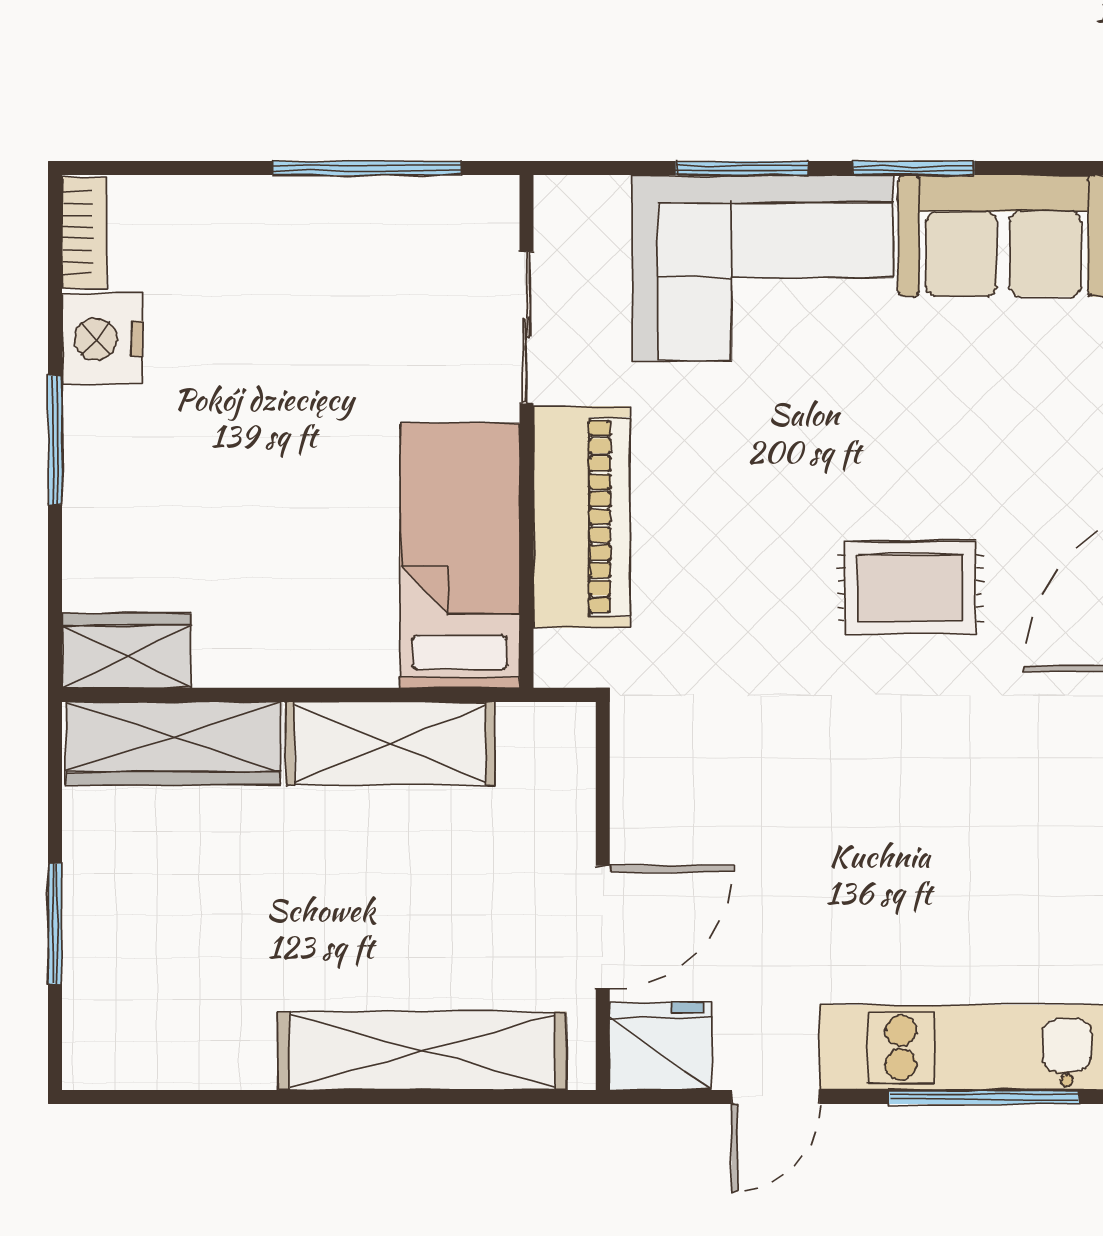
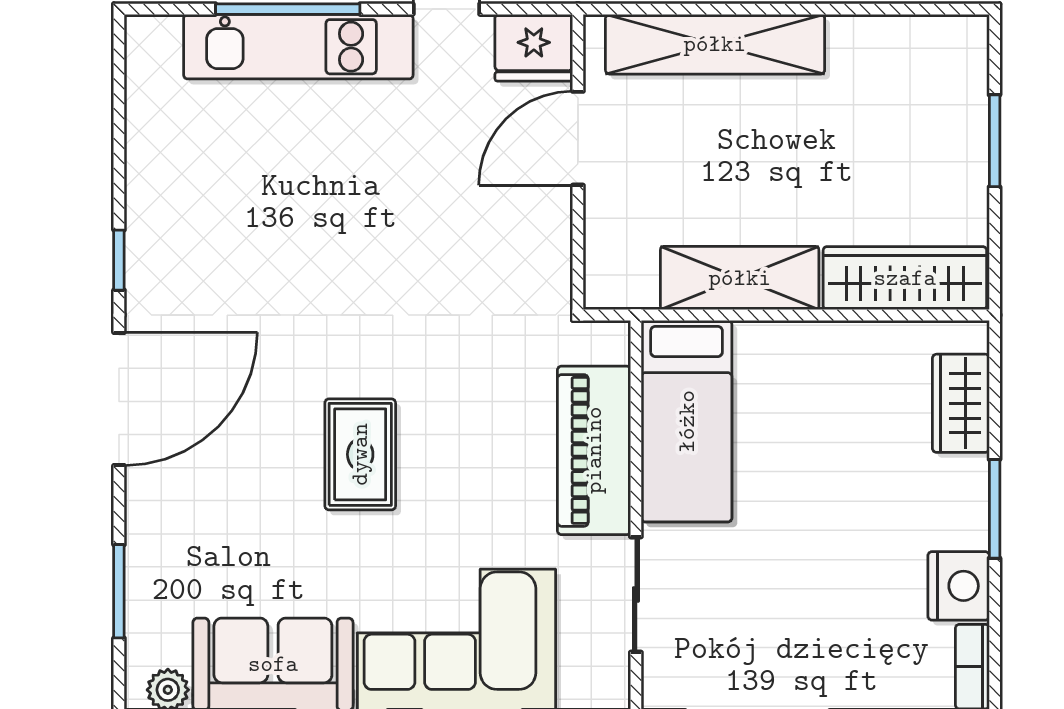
rug: (910, 588) -> (360, 454), moved, turned 90
wardrobe: (126, 651) -> (961, 403), moved, turned 90

